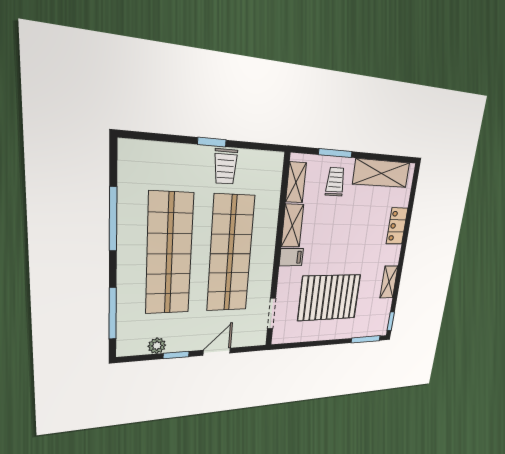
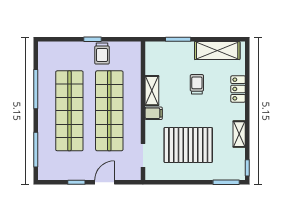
shelving: (296, 182) -> (151, 61), removed
trolley: (335, 182) -> (197, 84), moved
plant: (157, 346) -> (63, 174), removed

